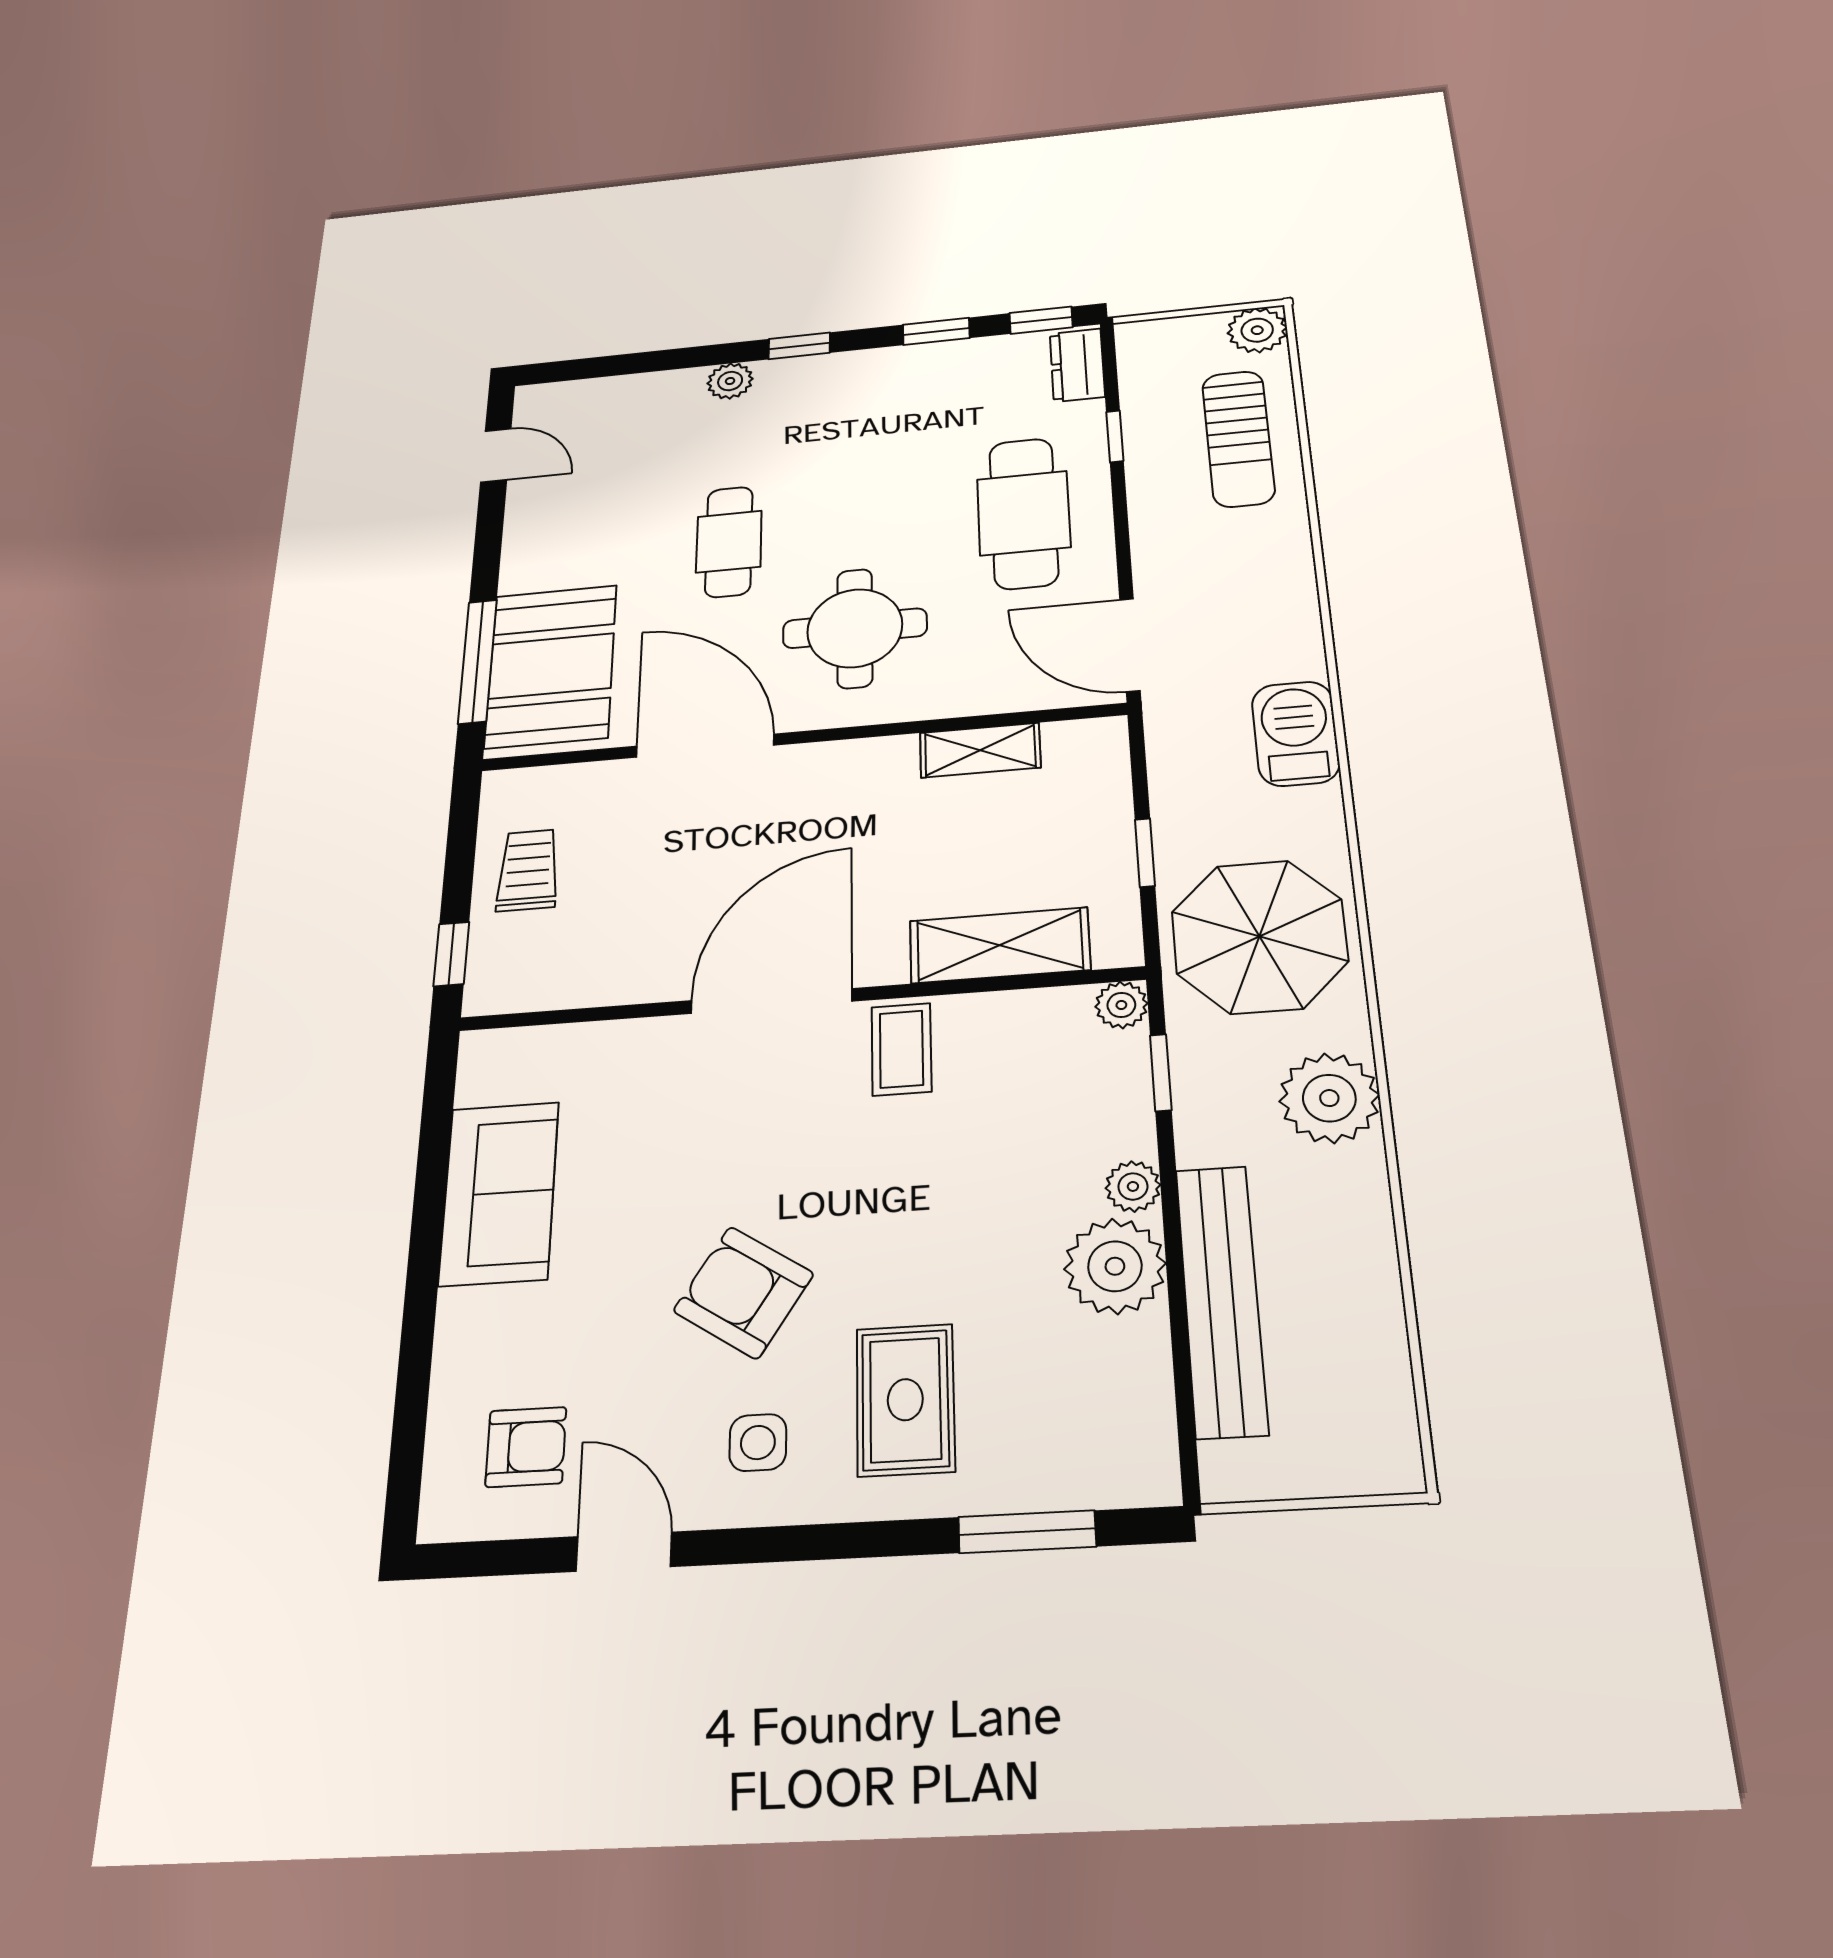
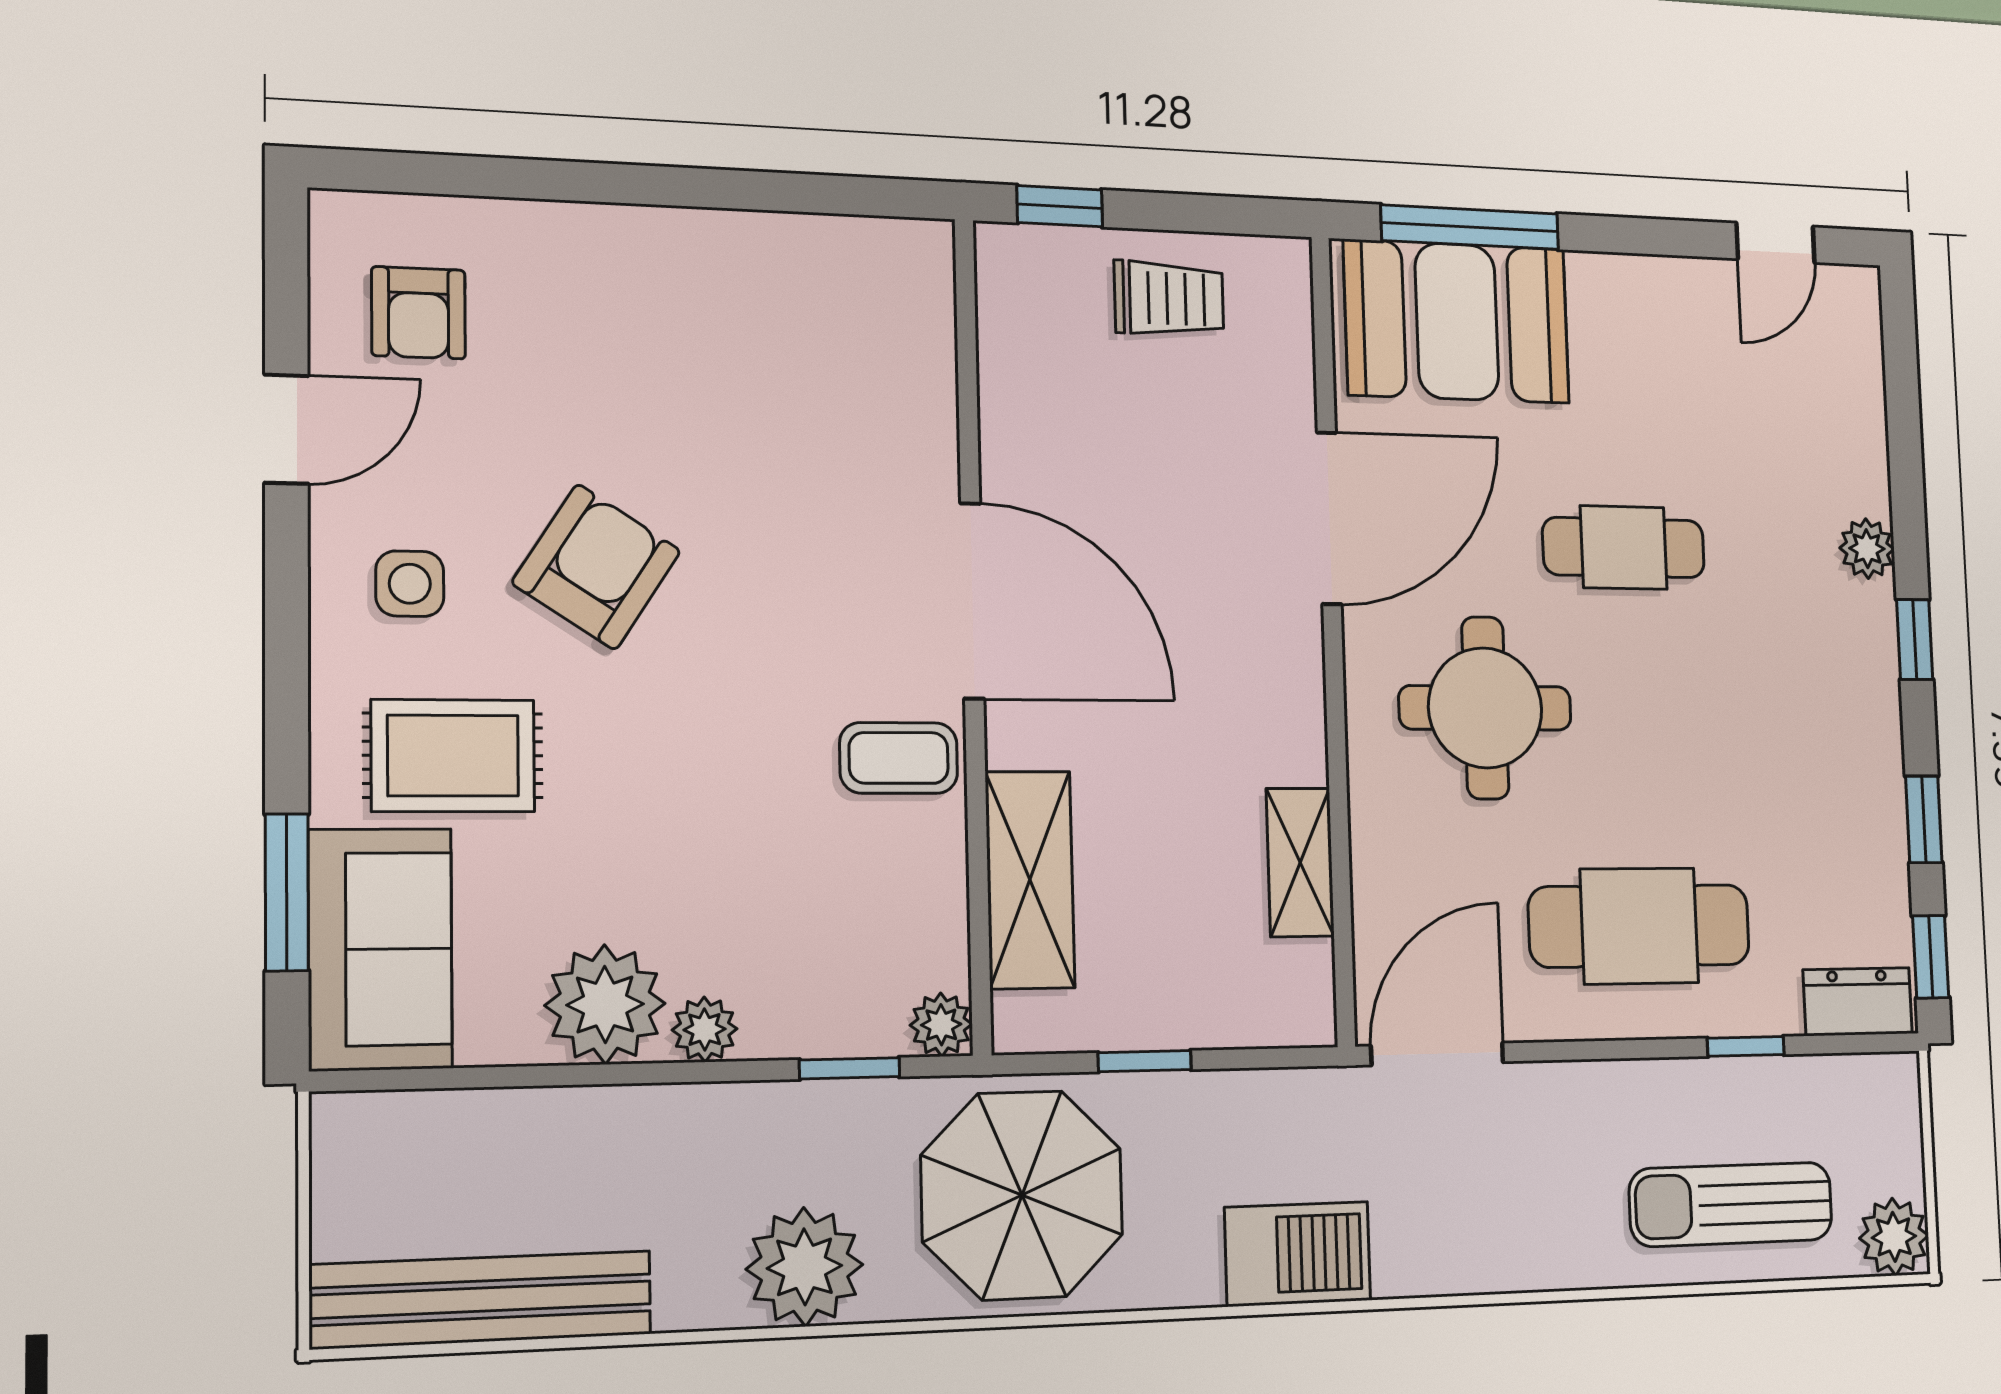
sofa: (499, 1193) -> (380, 949), moved, turned -90
bench: (1221, 1299) -> (482, 1300), moved

